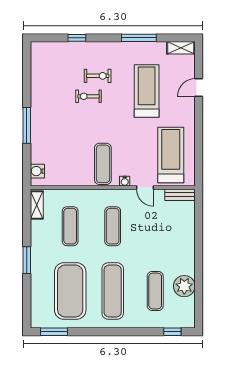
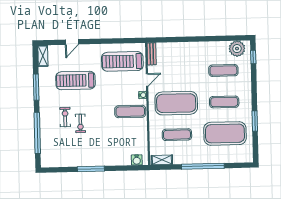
window: (77, 38) -> (37, 133), width x3.17
door: (199, 88) -> (72, 42), hinge flipped
window: (27, 125) -> (91, 169), moved
exercise mat: (113, 226) -> (176, 103), width x2.00, depth x1.45
window: (27, 260) -> (203, 166), width x2.11
plant: (184, 286) -> (237, 49), moved
exercise mat: (113, 291) -> (224, 102), width x0.73, depth x0.69
window: (54, 332) -> (255, 121), moved

